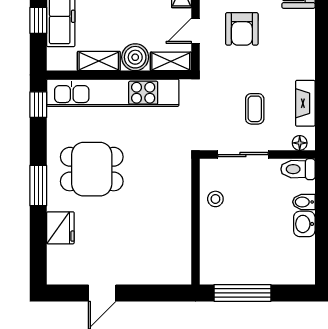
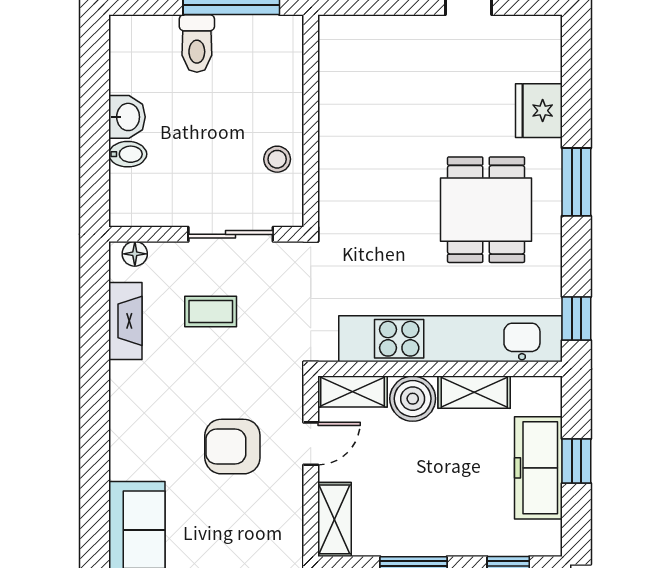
armchair: (242, 29) -> (232, 447), turned -90
coffee table: (255, 109) -> (211, 312), turned 90
dining table: (92, 169) -> (486, 210), turned 90
toilet: (298, 169) -> (197, 44), moved, turned 90

